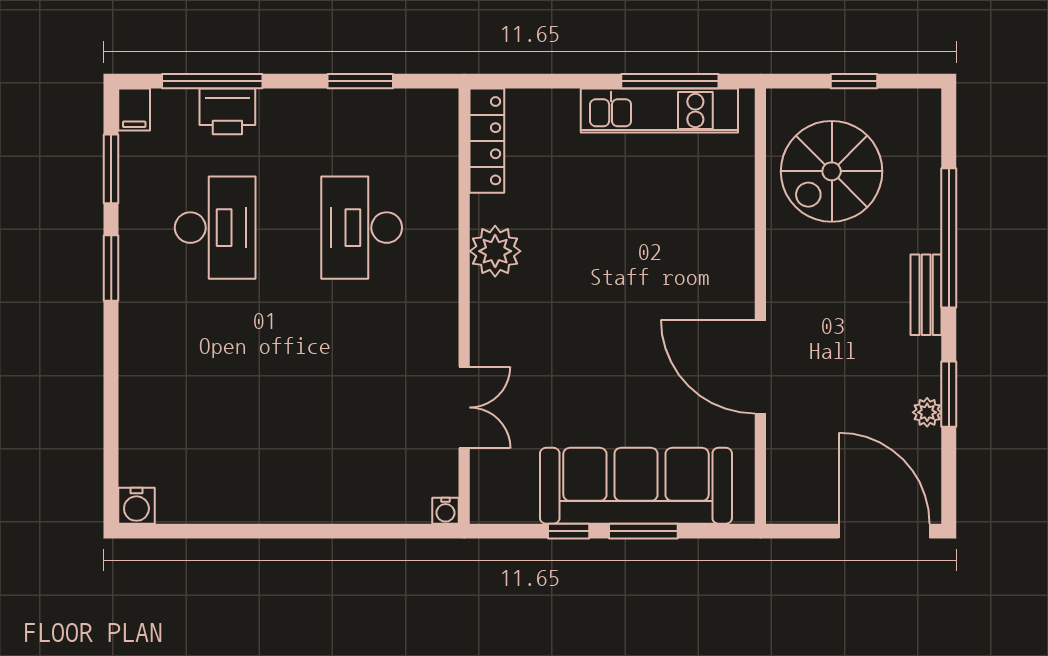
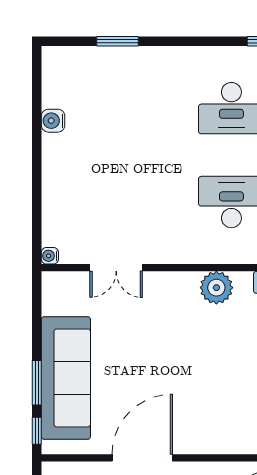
window: (111, 268) -> (117, 41), moved
water cooler: (136, 506) -> (53, 121), moved
window: (569, 531) -> (37, 431), moved

